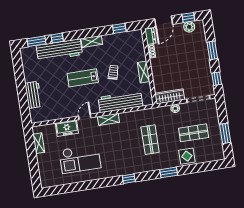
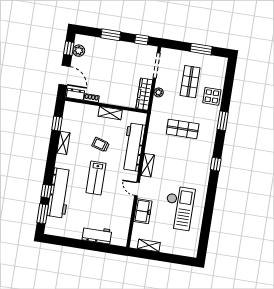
shelving: (92, 41) -> (63, 143), moved

